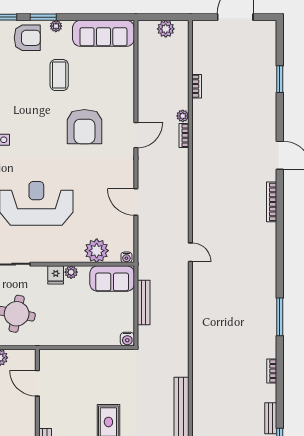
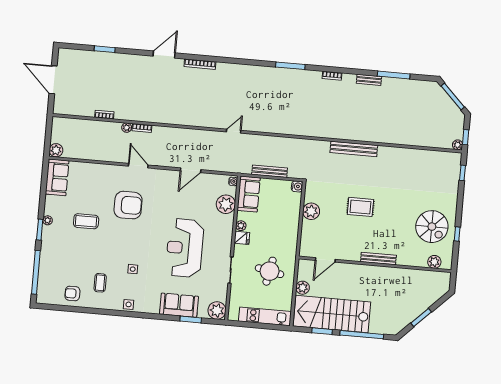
plant: (166, 29) -> (56, 150), moved
sofa: (103, 33) -> (57, 177), width x0.73
armchair: (27, 38) -> (55, 244), removed
plant: (97, 360) -> (311, 211), added

